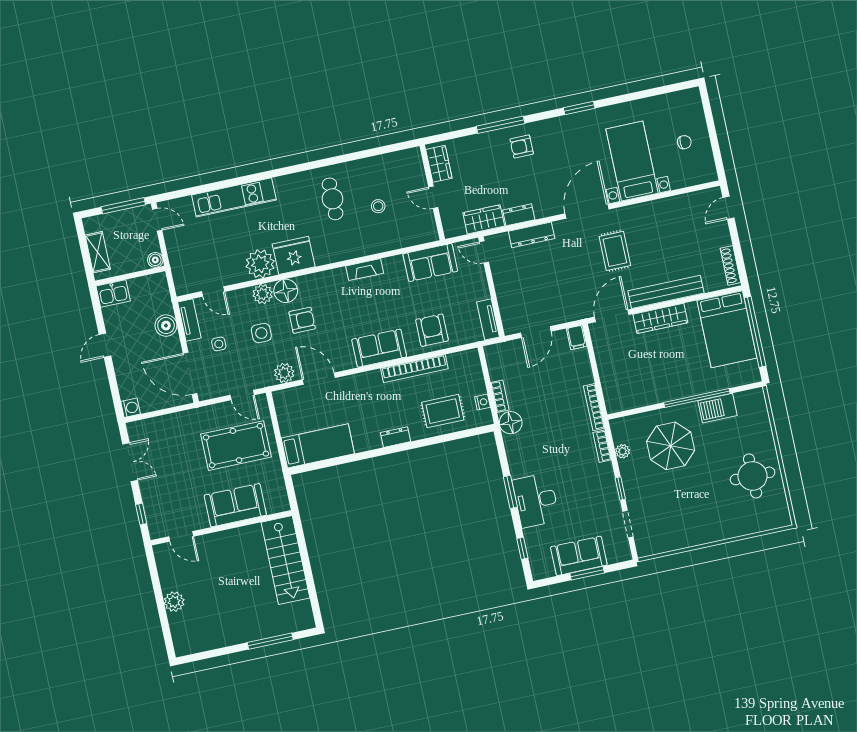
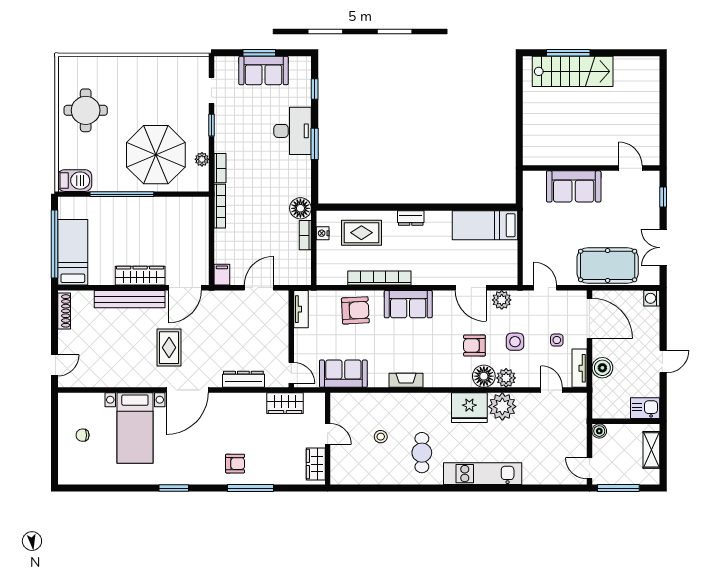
kitchen unit: (234, 197) -> (483, 474), moved
dresser: (519, 215) -> (251, 401), removed
bed: (727, 329) -> (73, 252), width x0.67
armchair: (432, 330) -> (355, 310), turned -93
barbecue: (717, 408) -> (75, 181), moved
pool table: (236, 446) -> (608, 265), moved
parasol: (671, 446) -> (156, 155), width x1.36, depth x1.36
stairs: (285, 560) -> (573, 71), moved, turned 90
plant: (174, 602) -> (650, 109), removed

